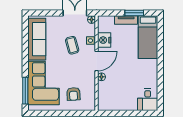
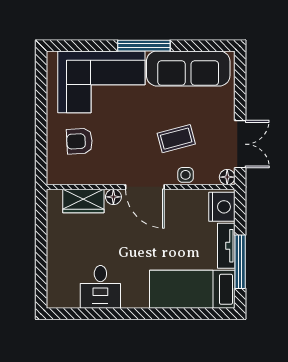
window: (134, 13) -> (240, 262), width x1.44
nightstand: (104, 40) -> (222, 207), moved, turned 90
window: (25, 91) -> (144, 46), moved
wardrobe: (104, 92) -> (83, 201), added
desk: (148, 100) -> (100, 287), moved, turned -90

